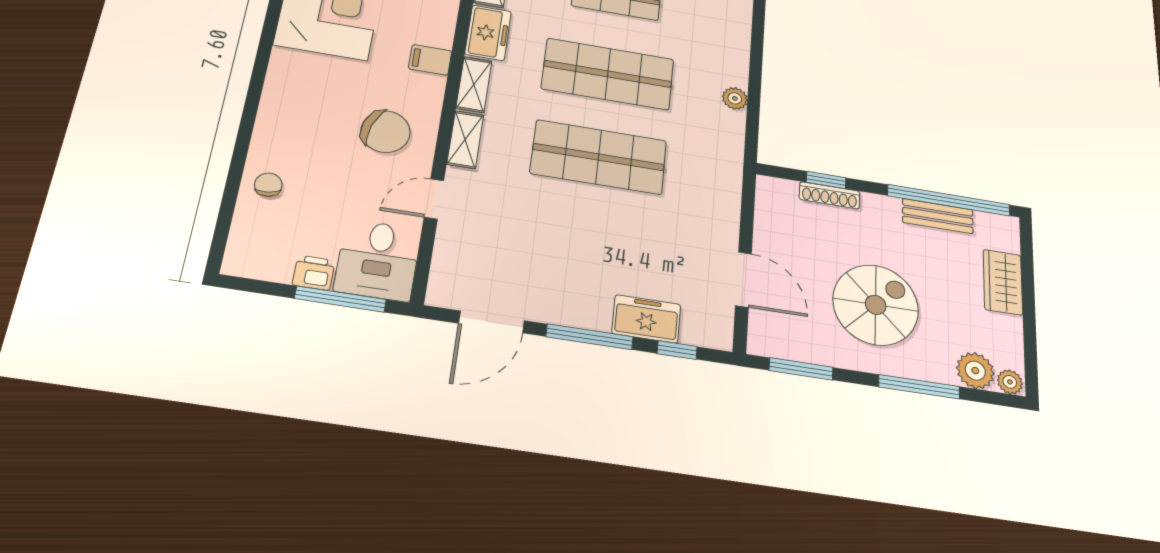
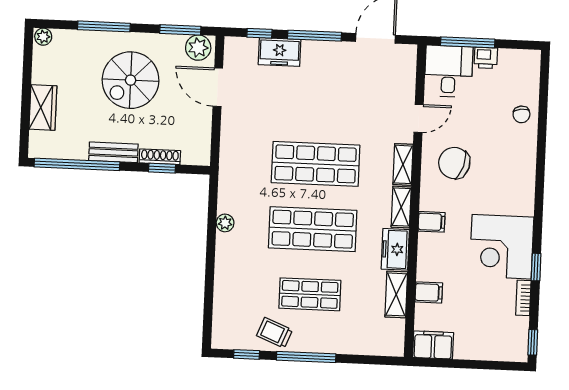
bench: (938, 216) -> (113, 152), moved
plant: (975, 371) -> (198, 48), moved

